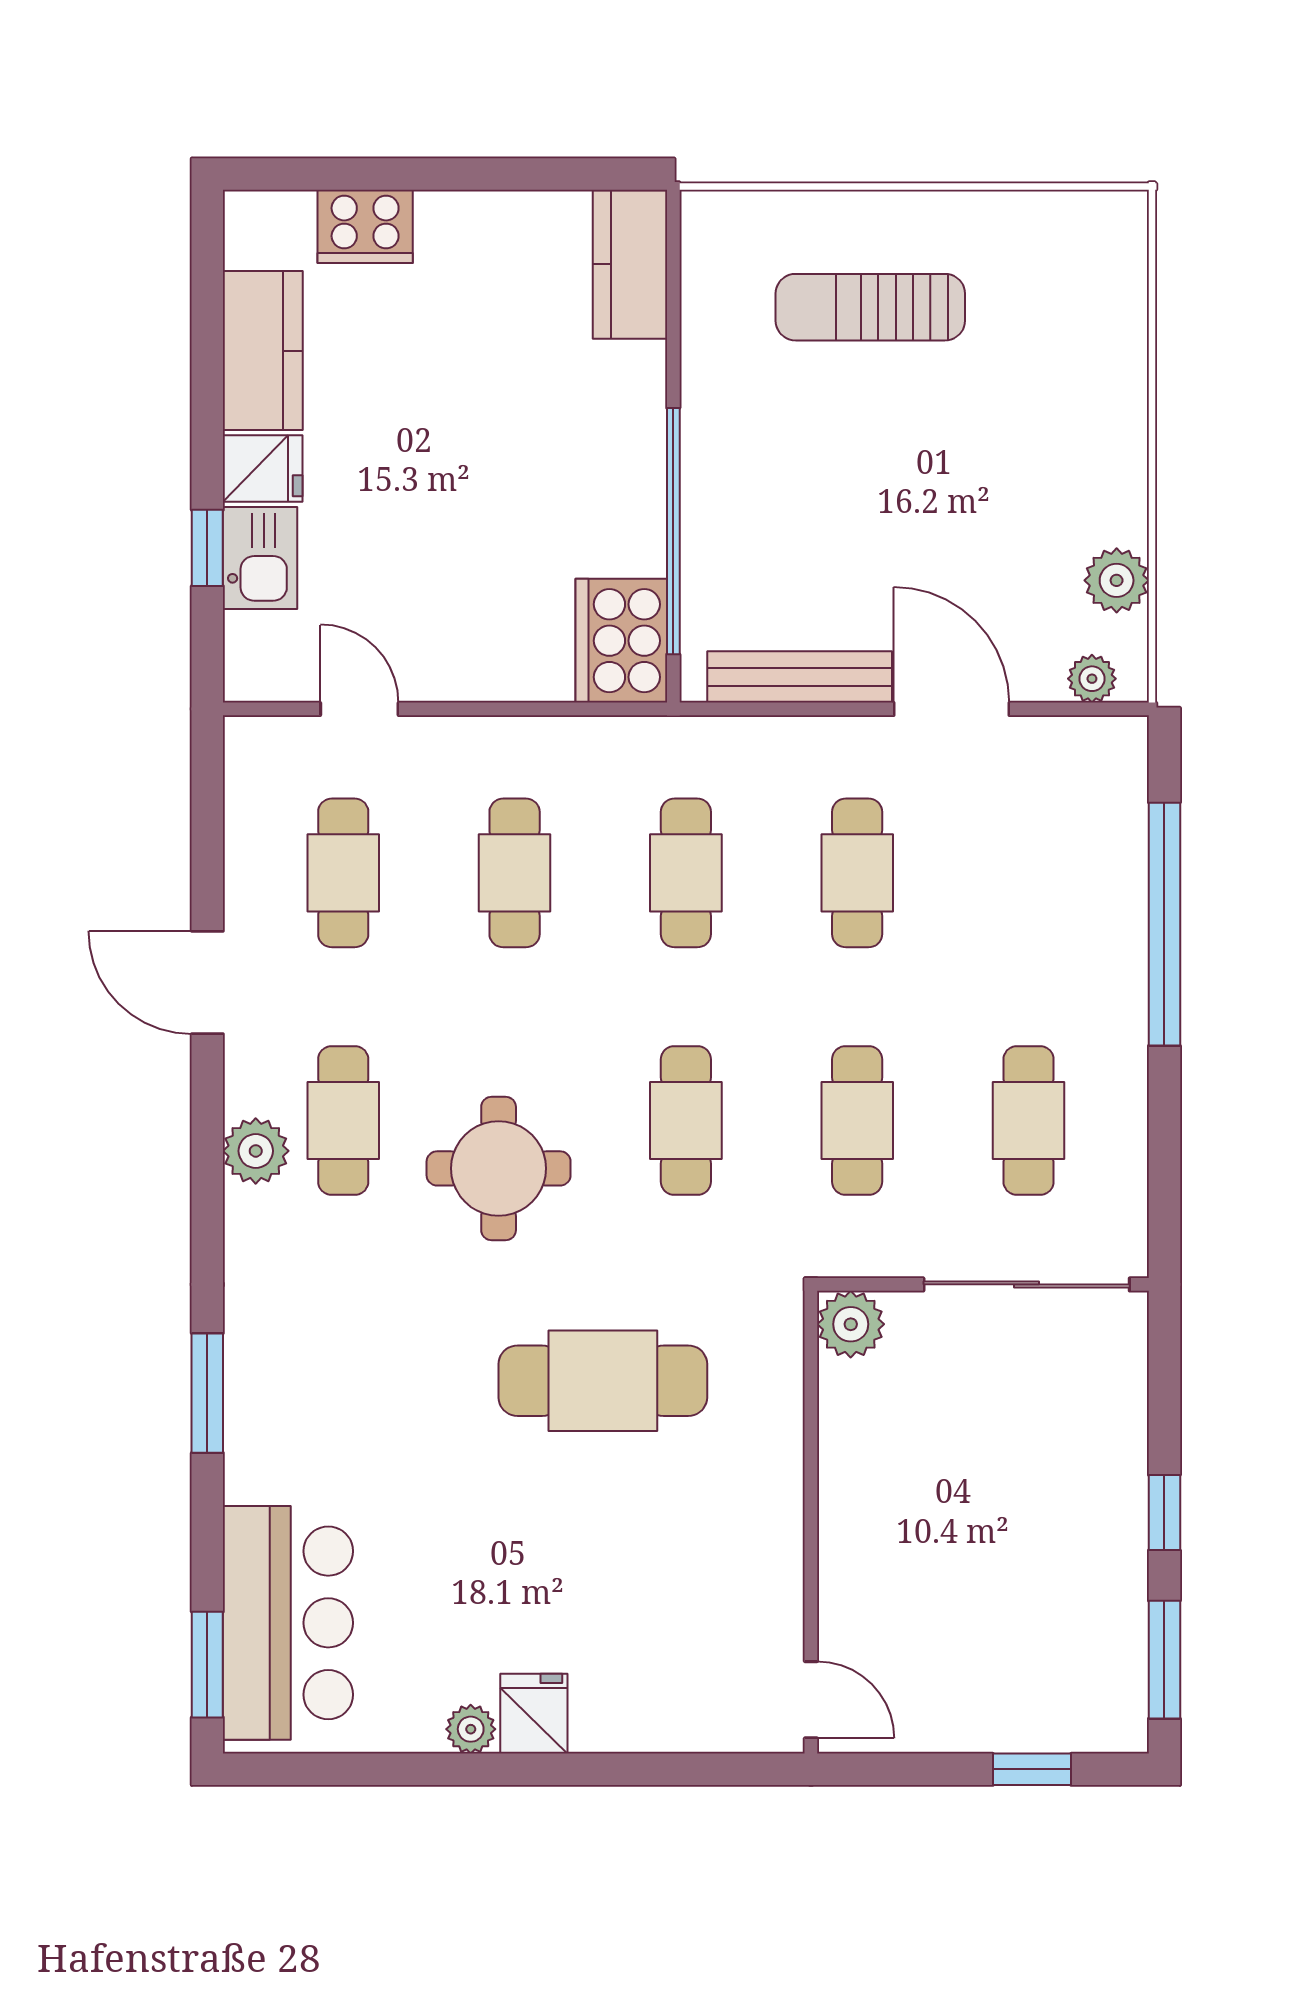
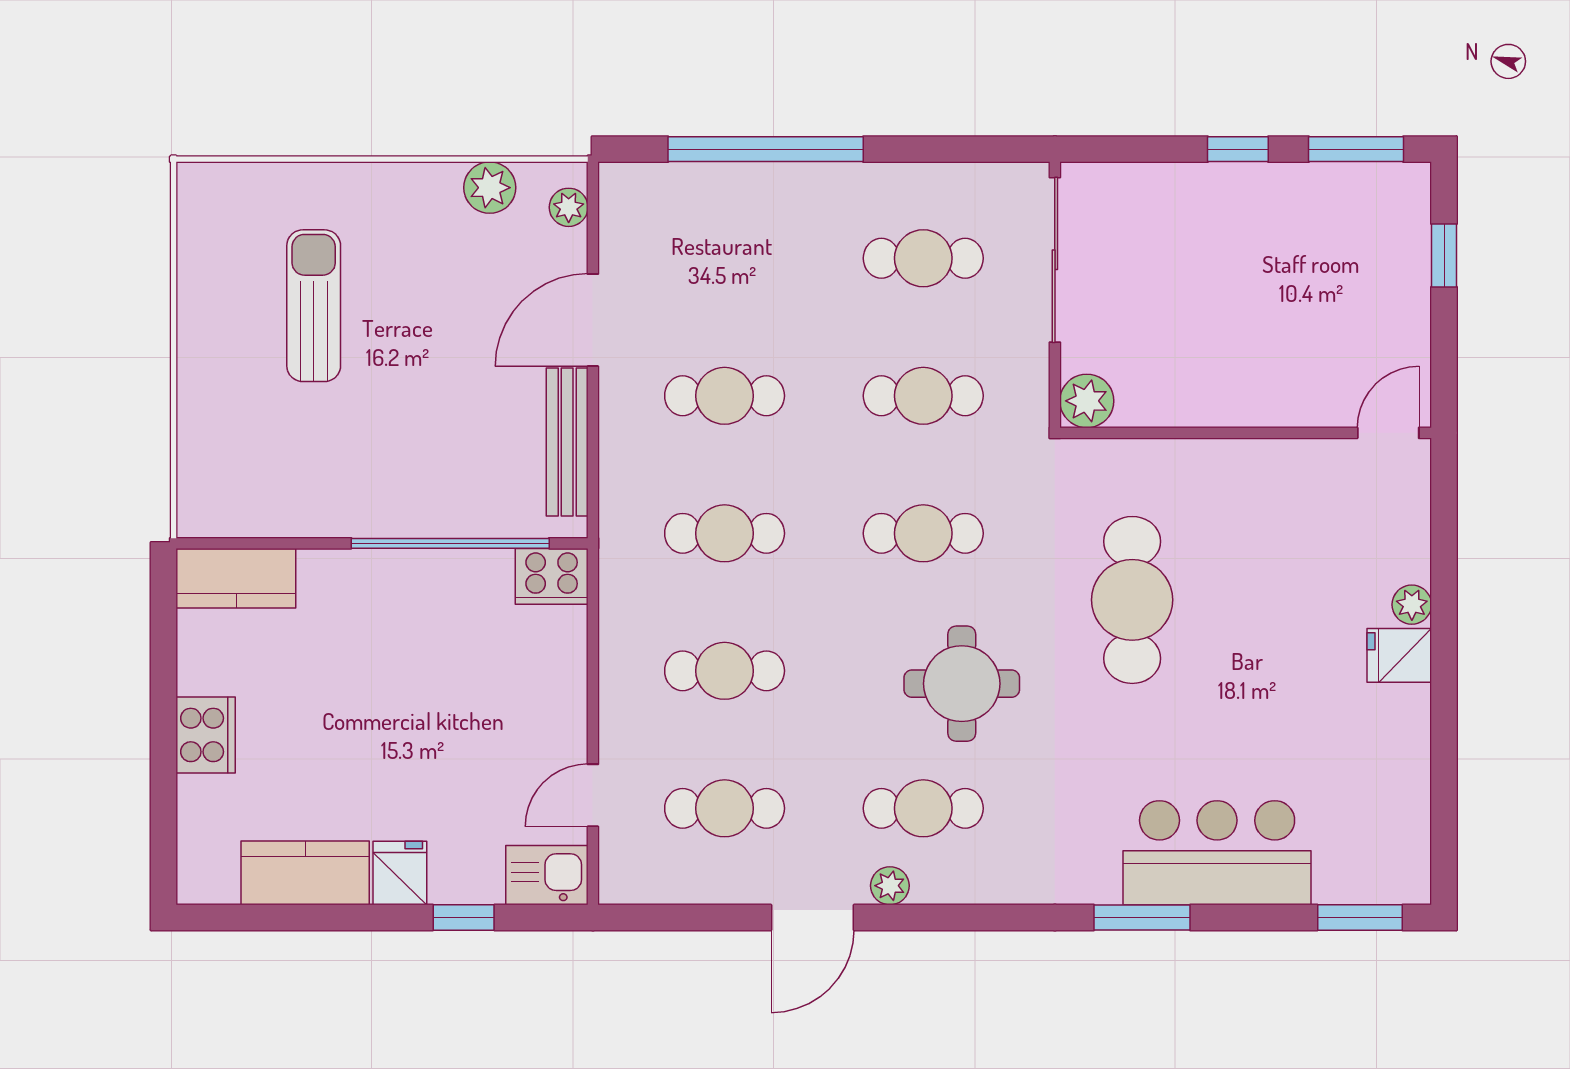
cooker: (365, 226) -> (206, 735), moved
sun lounger: (870, 307) -> (314, 306), moved, turned 180
kitchen sink: (260, 558) -> (547, 875), moved
cooker: (621, 641) -> (552, 576), width x0.73, depth x0.76
plant: (256, 1151) -> (890, 886), moved, width x0.73, depth x0.73
bar counter: (288, 1623) -> (1217, 853), moved
plant: (471, 1729) -> (1412, 605), moved

